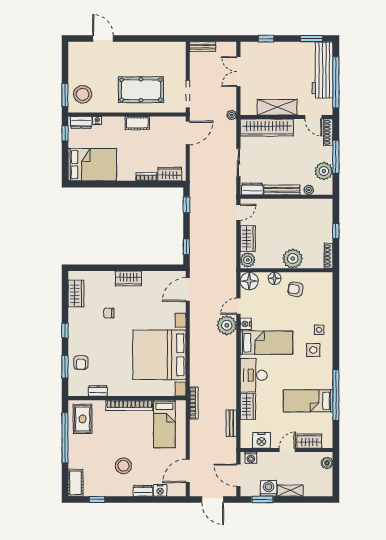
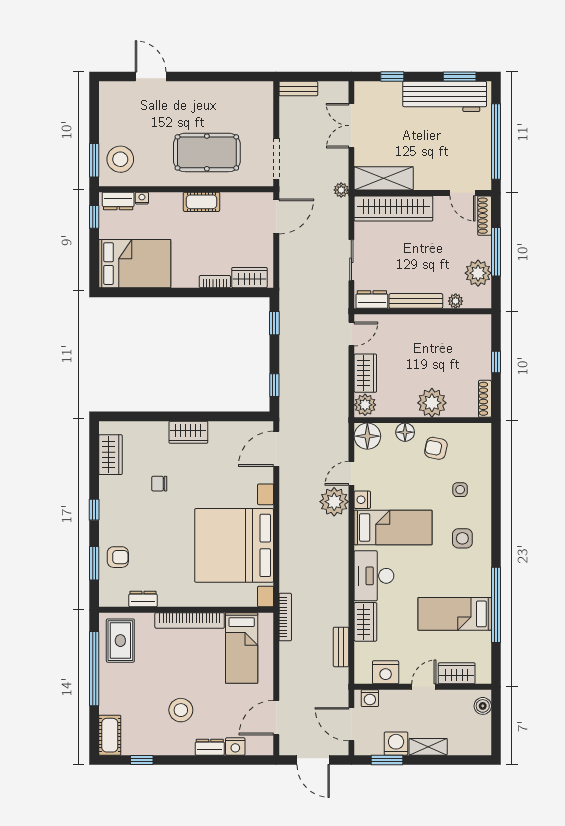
workbench: (322, 70) -> (445, 96), moved, turned -90
shelving: (277, 107) -> (384, 178), moved
side table: (319, 330) -> (460, 490), moved
armchair: (81, 363) -> (118, 557), turned -90

